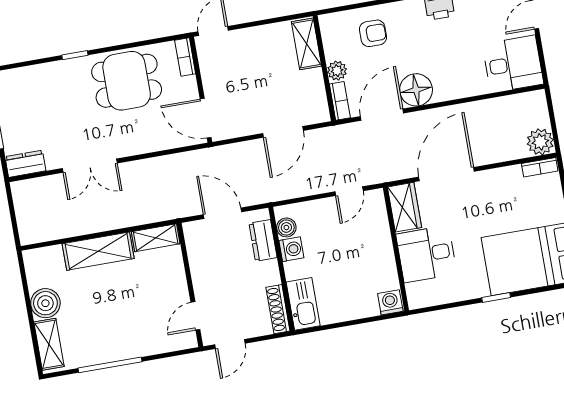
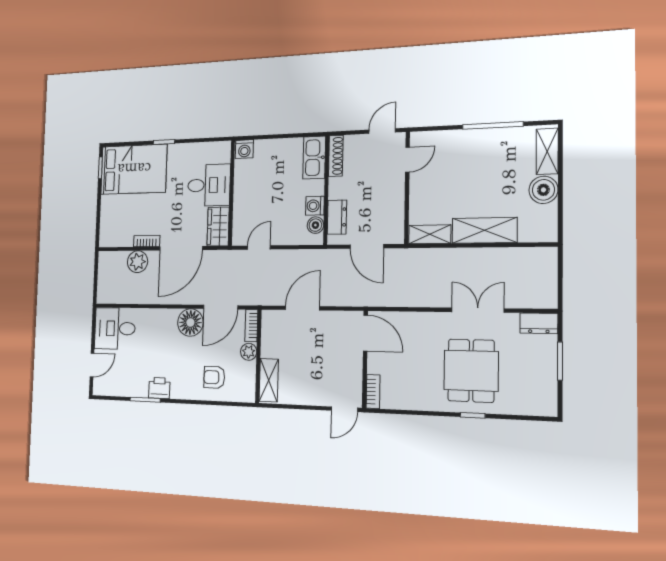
dining table: (127, 81) -> (471, 371), moved, turned 90
plant: (540, 142) -> (138, 262), moved
bookcase: (540, 167) -> (147, 241), moved

